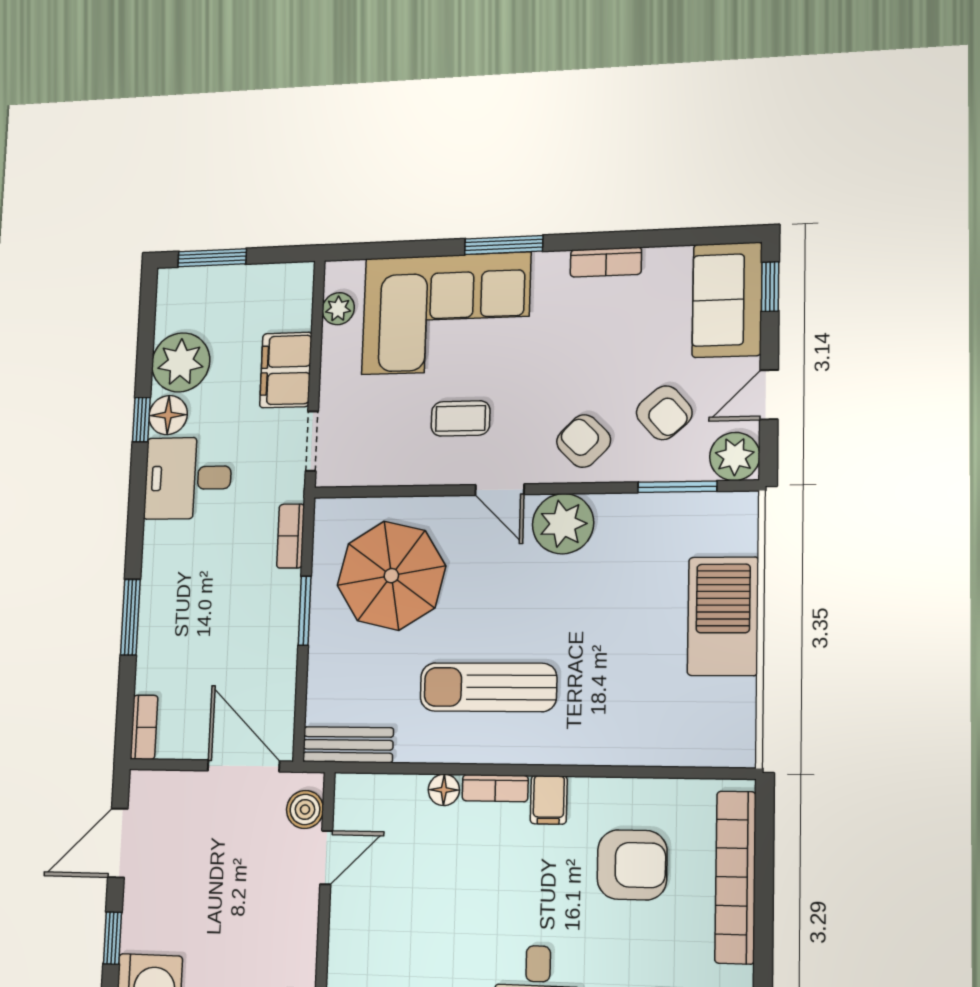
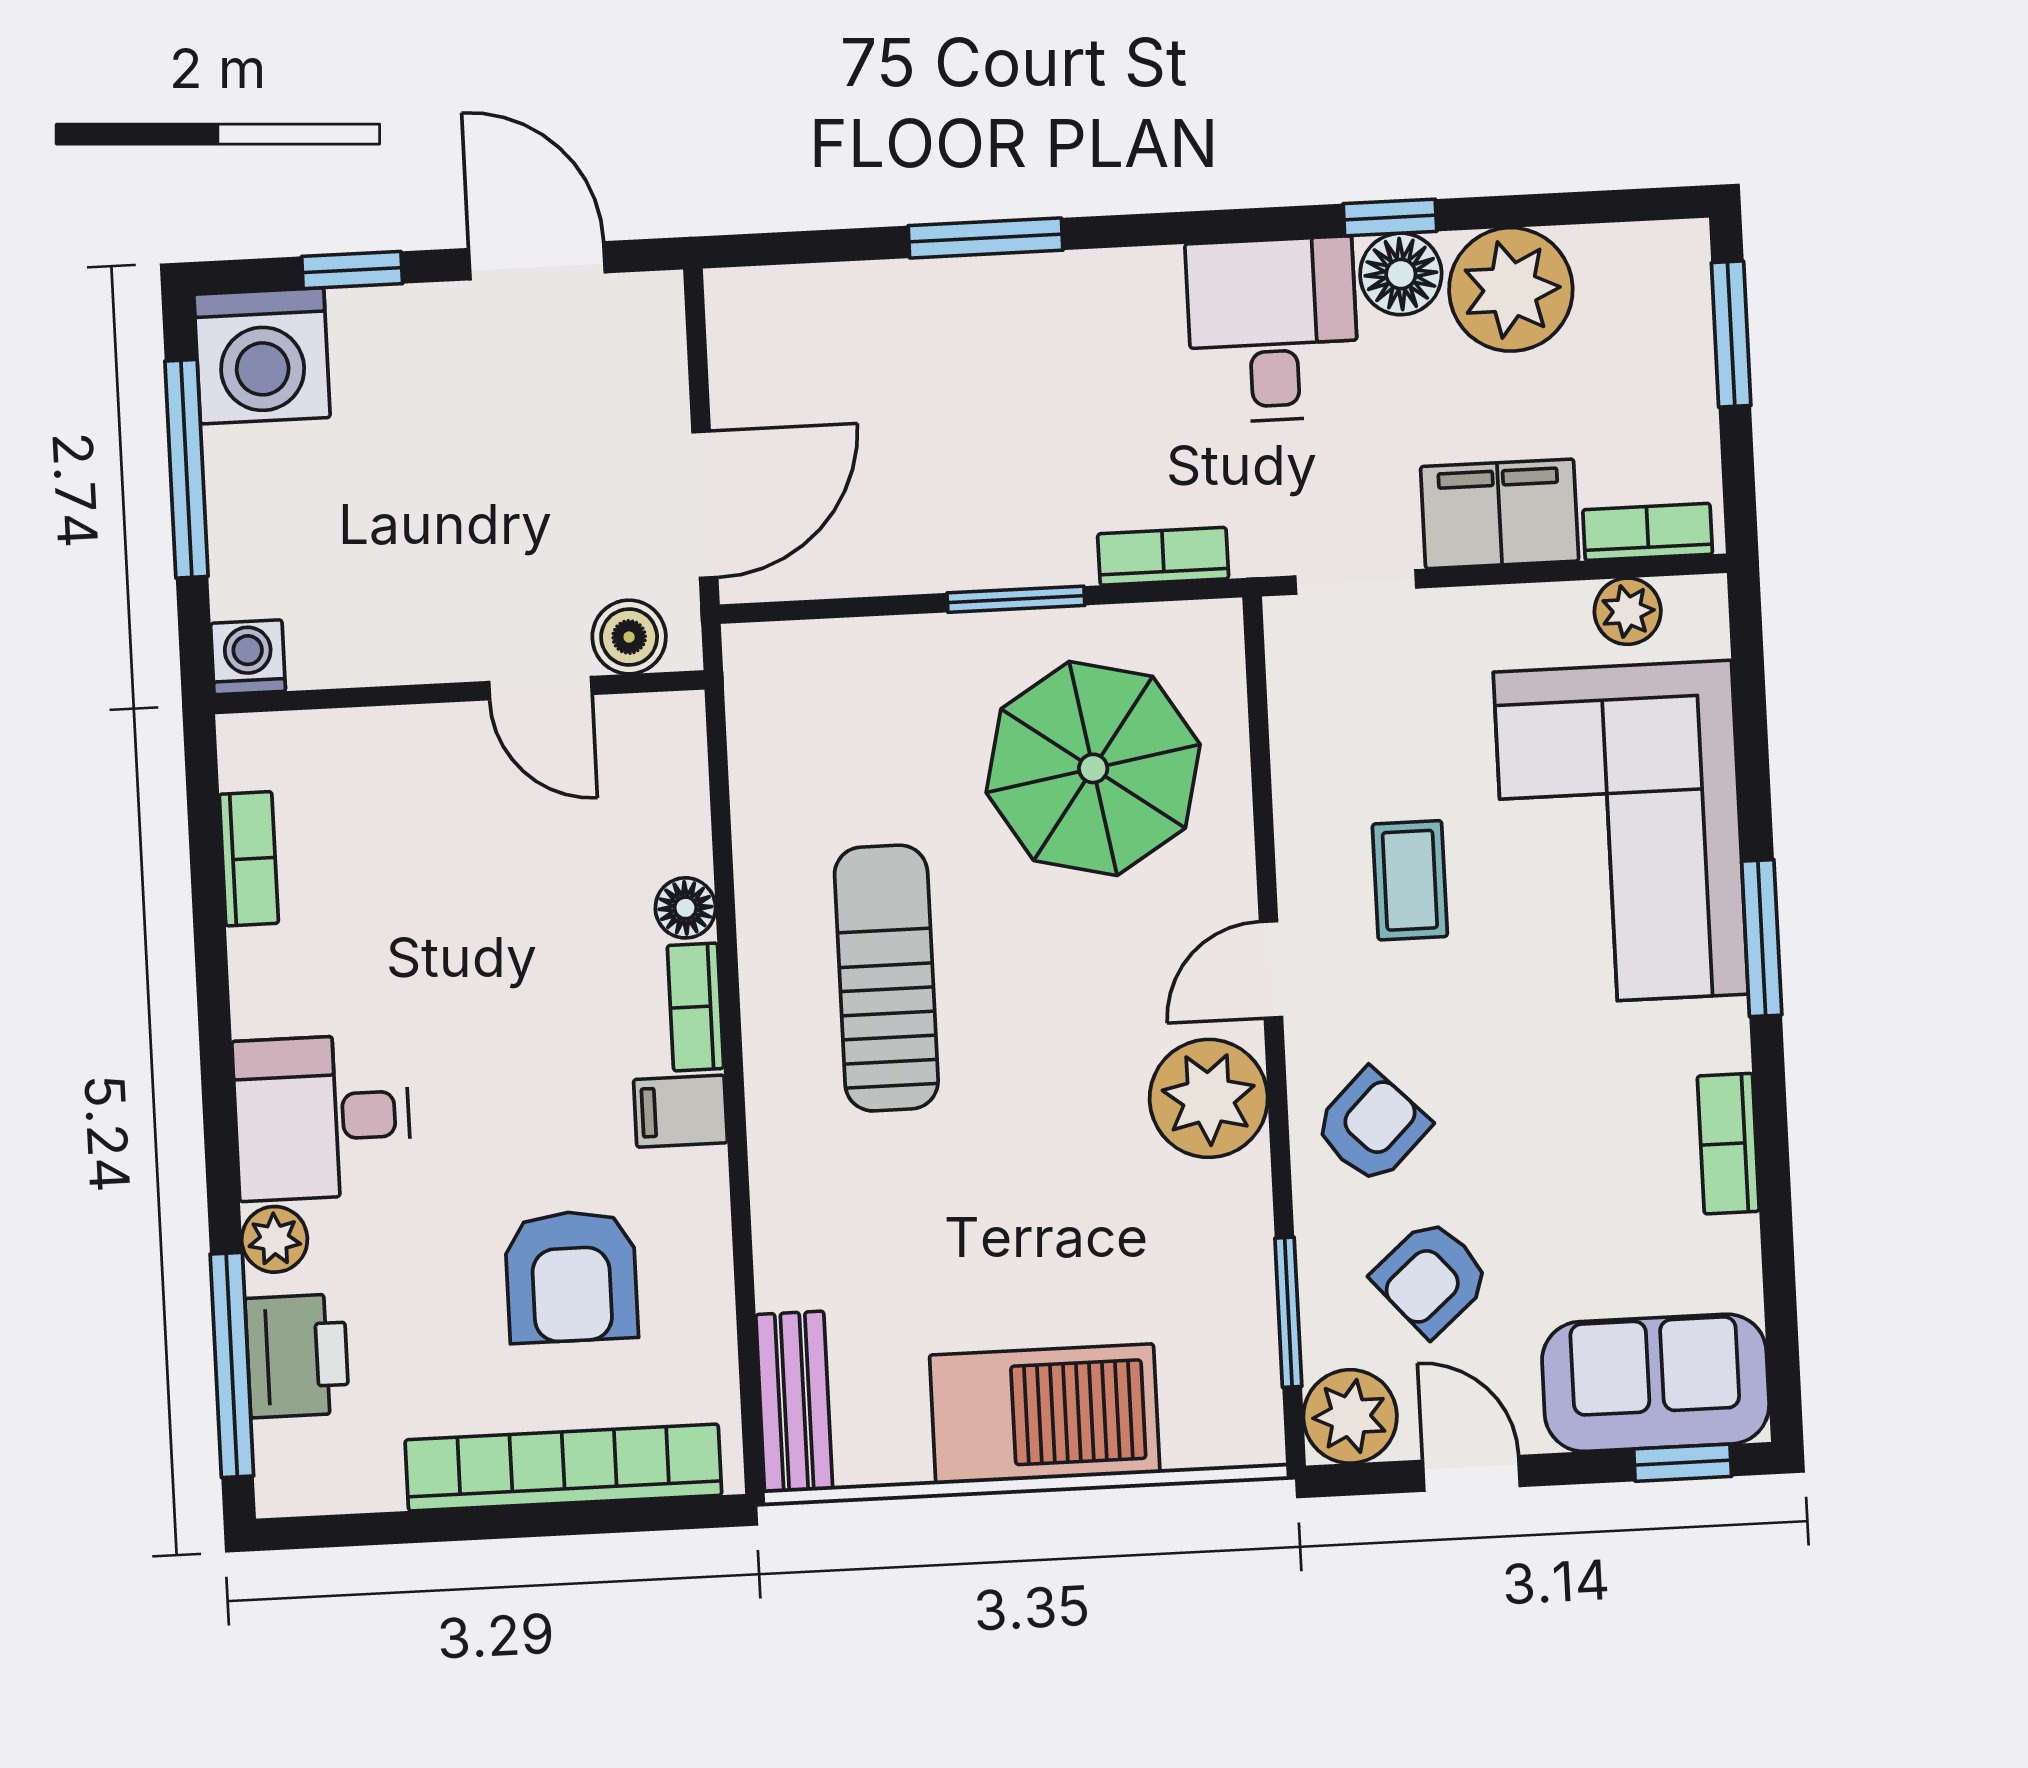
bookcase: (144, 727) -> (1648, 532), moved, turned 180
bench: (348, 745) -> (794, 1402), moved

